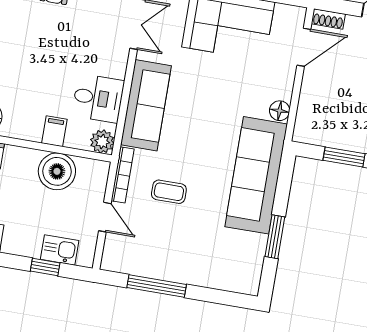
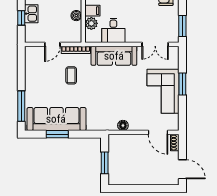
plant: (102, 142) -> (91, 23), moved
boiler: (57, 171) -> (76, 16), width x0.54, depth x0.54
sofa: (256, 175) -> (56, 119), moved
kitchen sink: (60, 250) -> (31, 14), moved
window: (157, 286) -> (21, 106), moved

